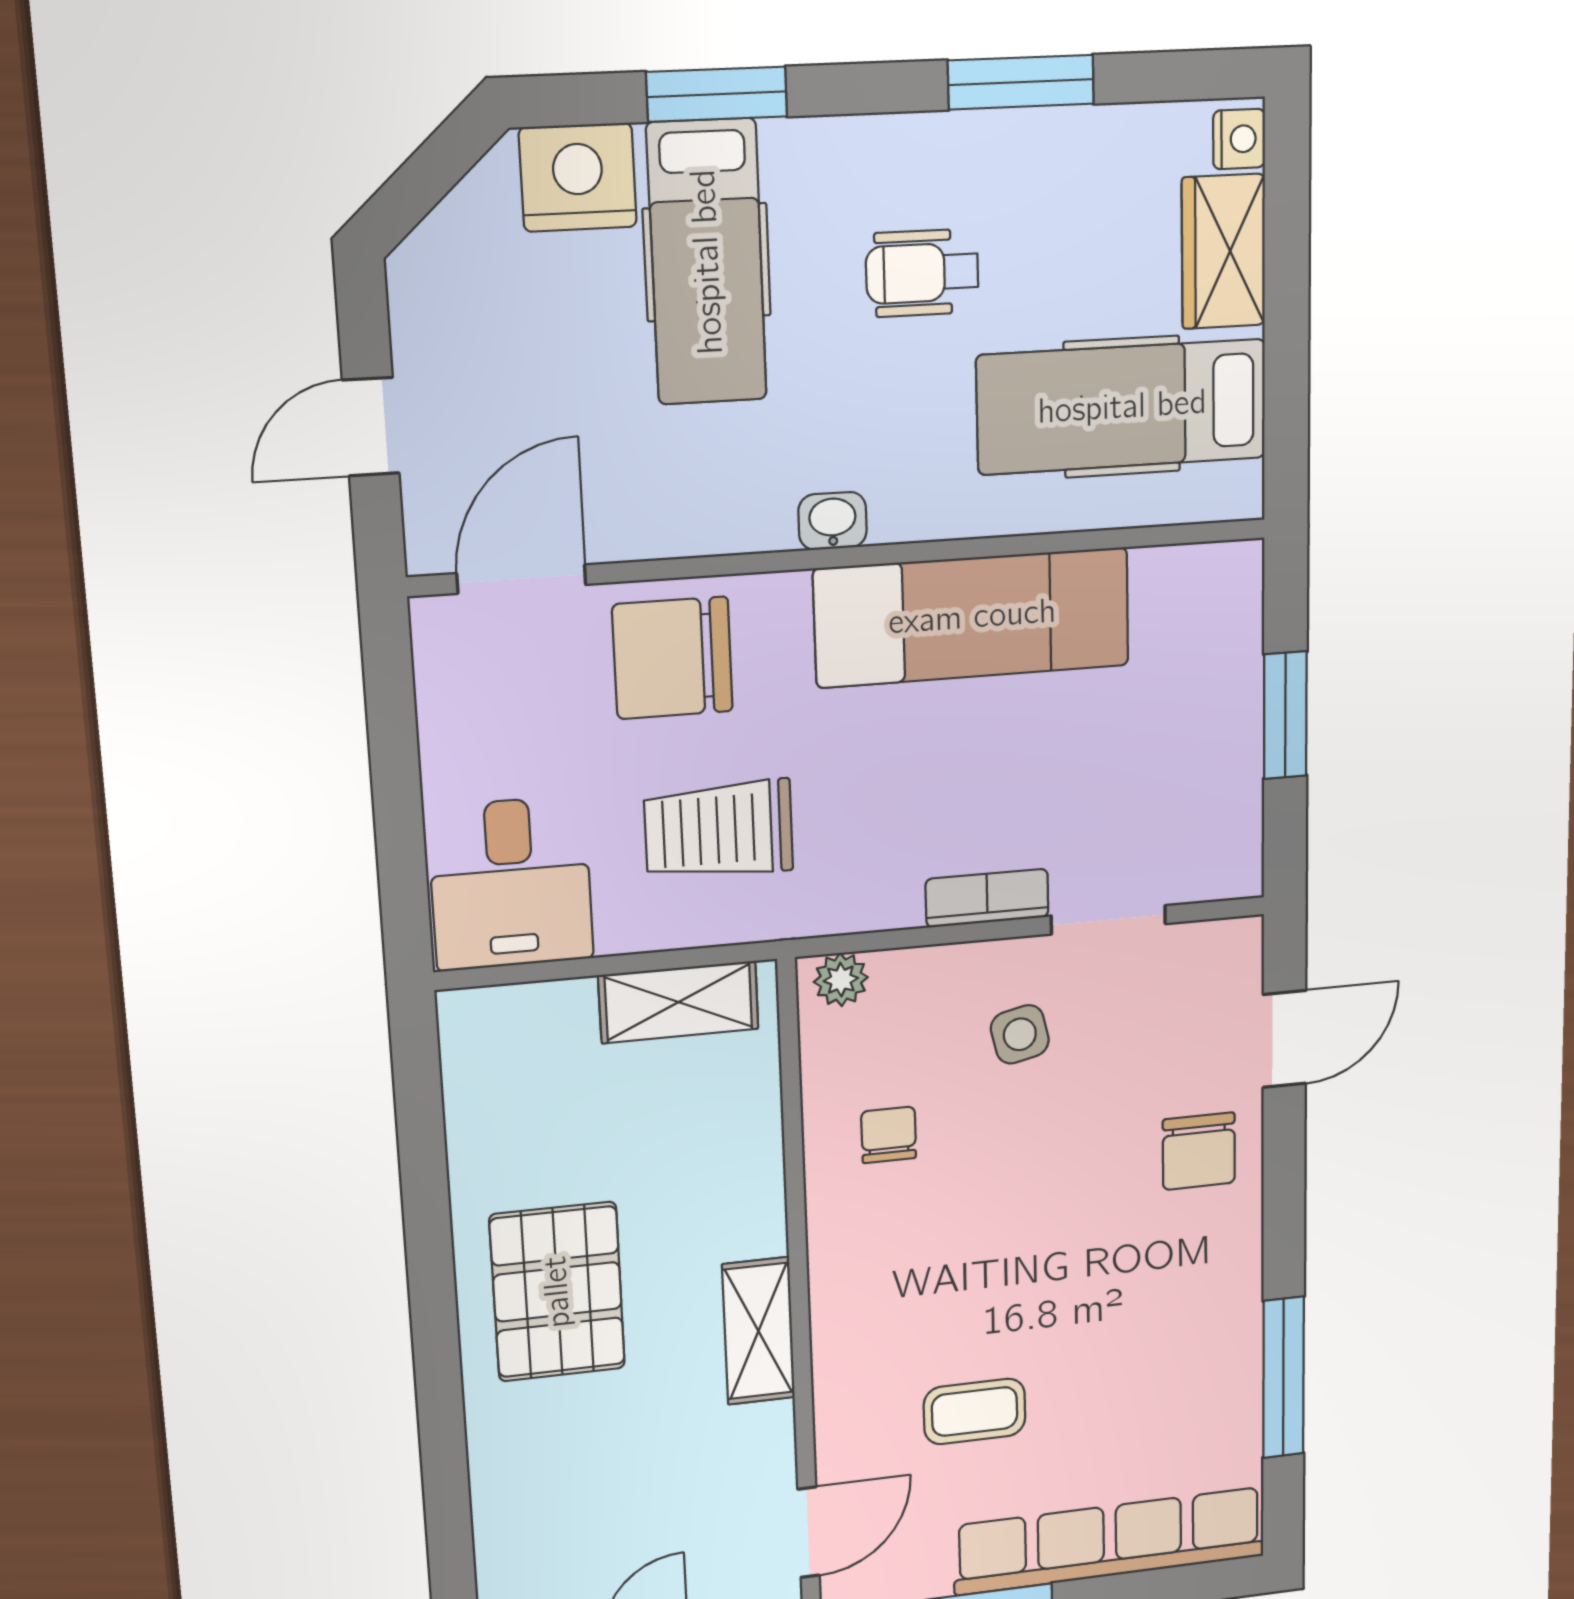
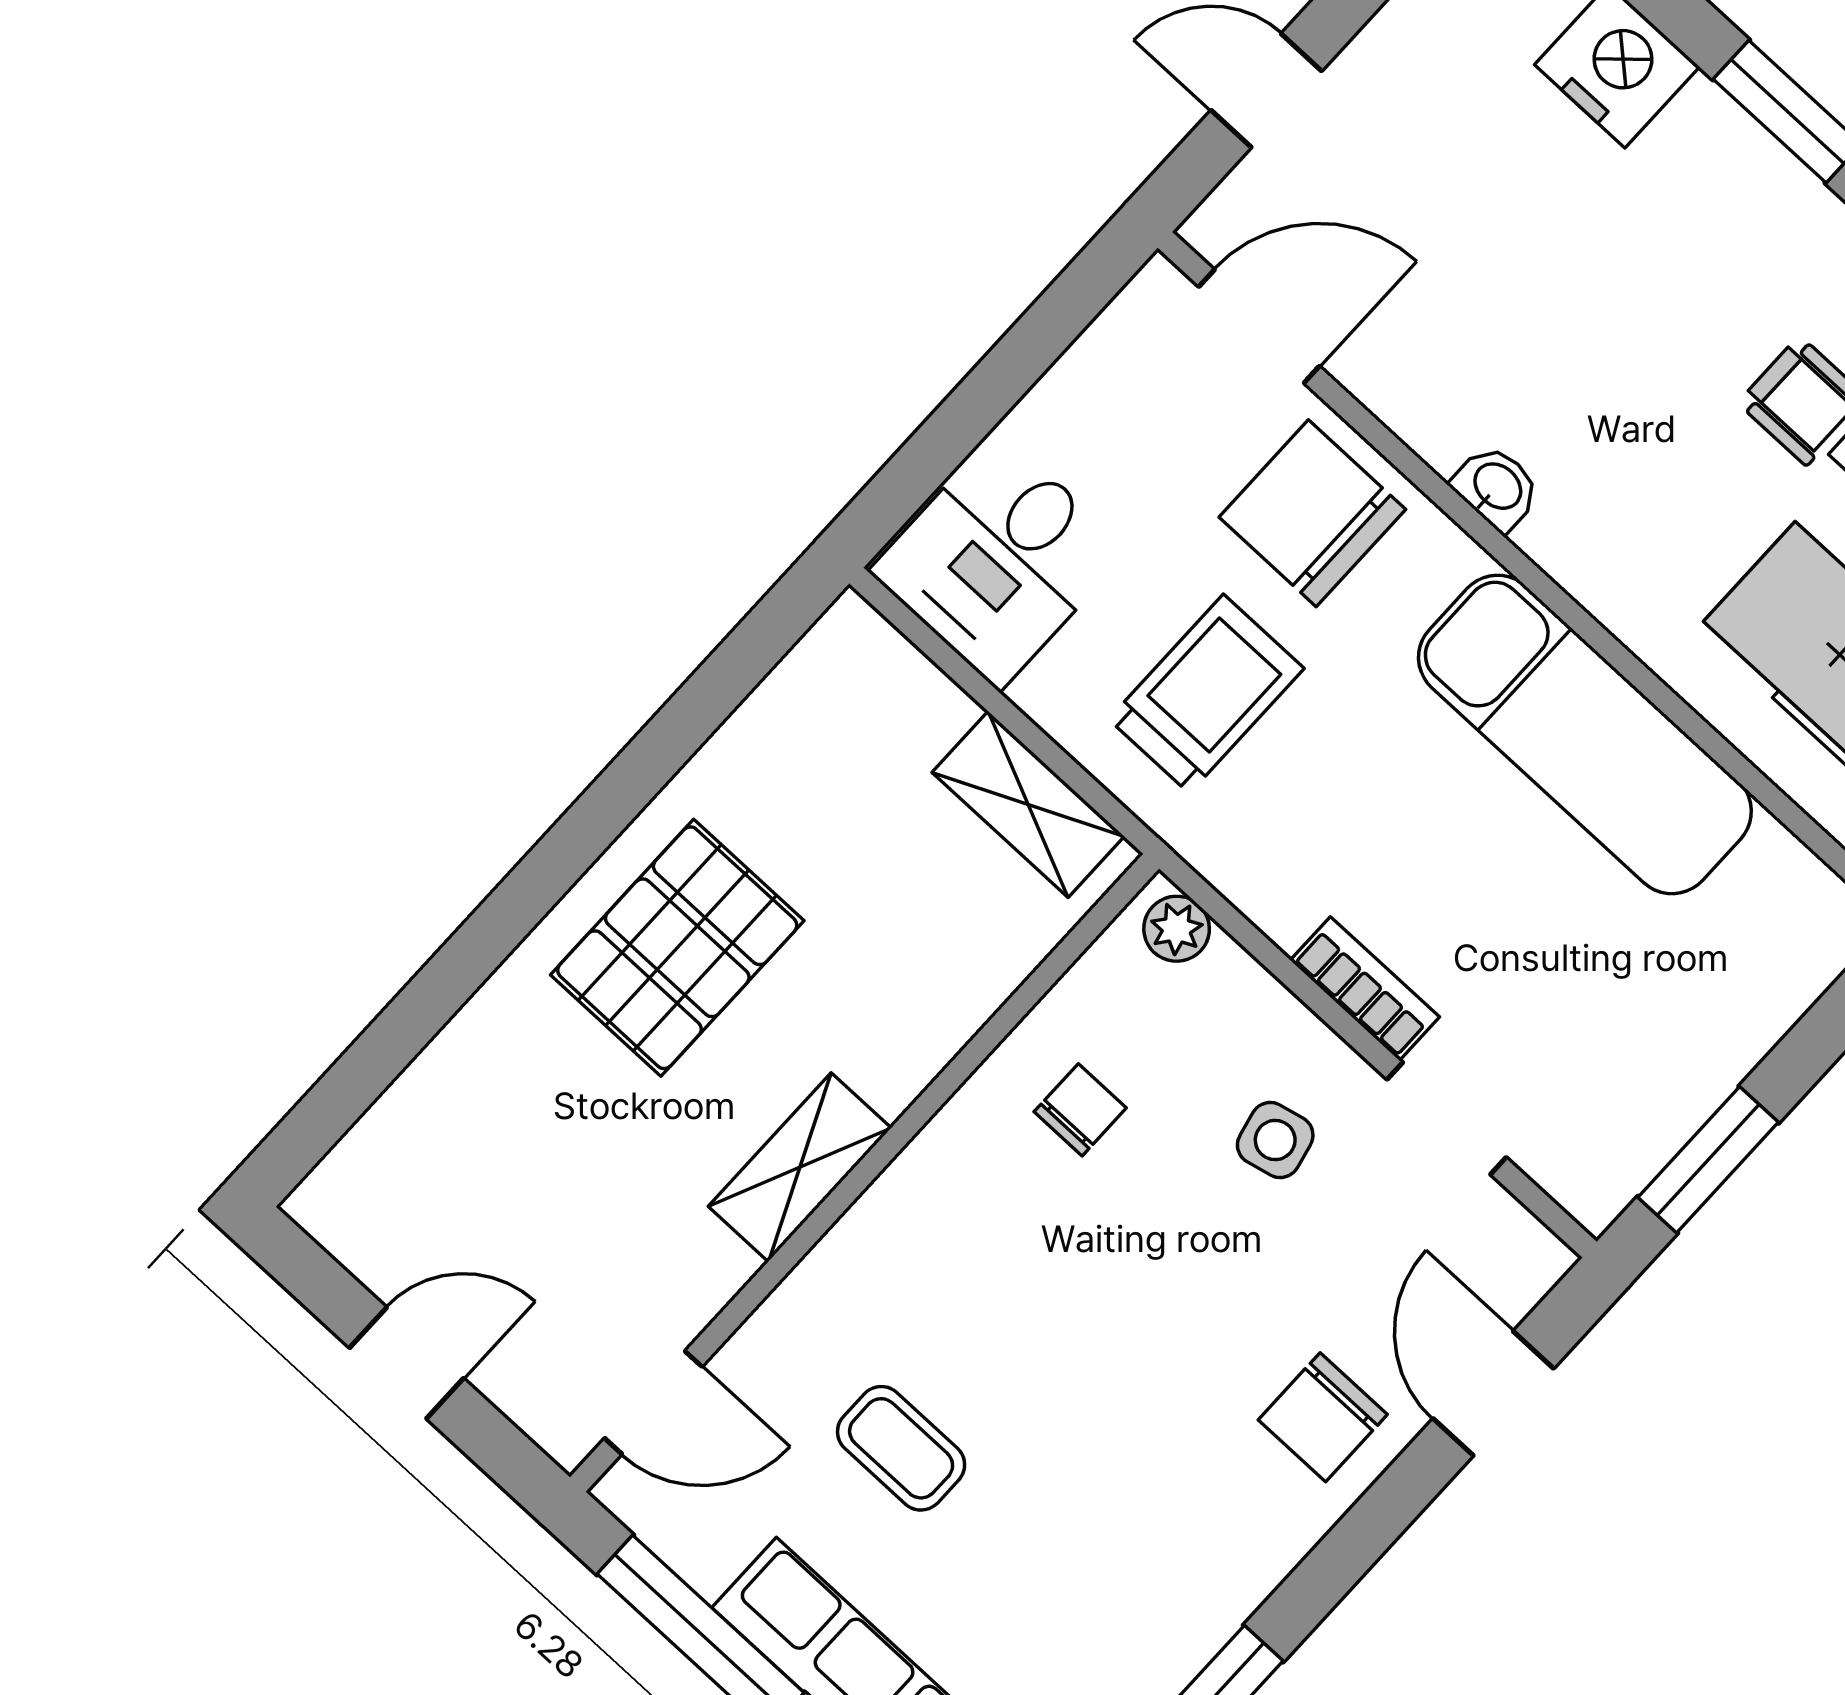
hospital bed: (707, 262) -> (1652, 230), removed
washbasin: (833, 521) -> (1497, 487), moved
window: (1285, 715) -> (1708, 1160), moved
trolley: (719, 830) -> (1206, 694), turned 90
door: (1284, 1039) -> (1493, 1393), swing flipped

